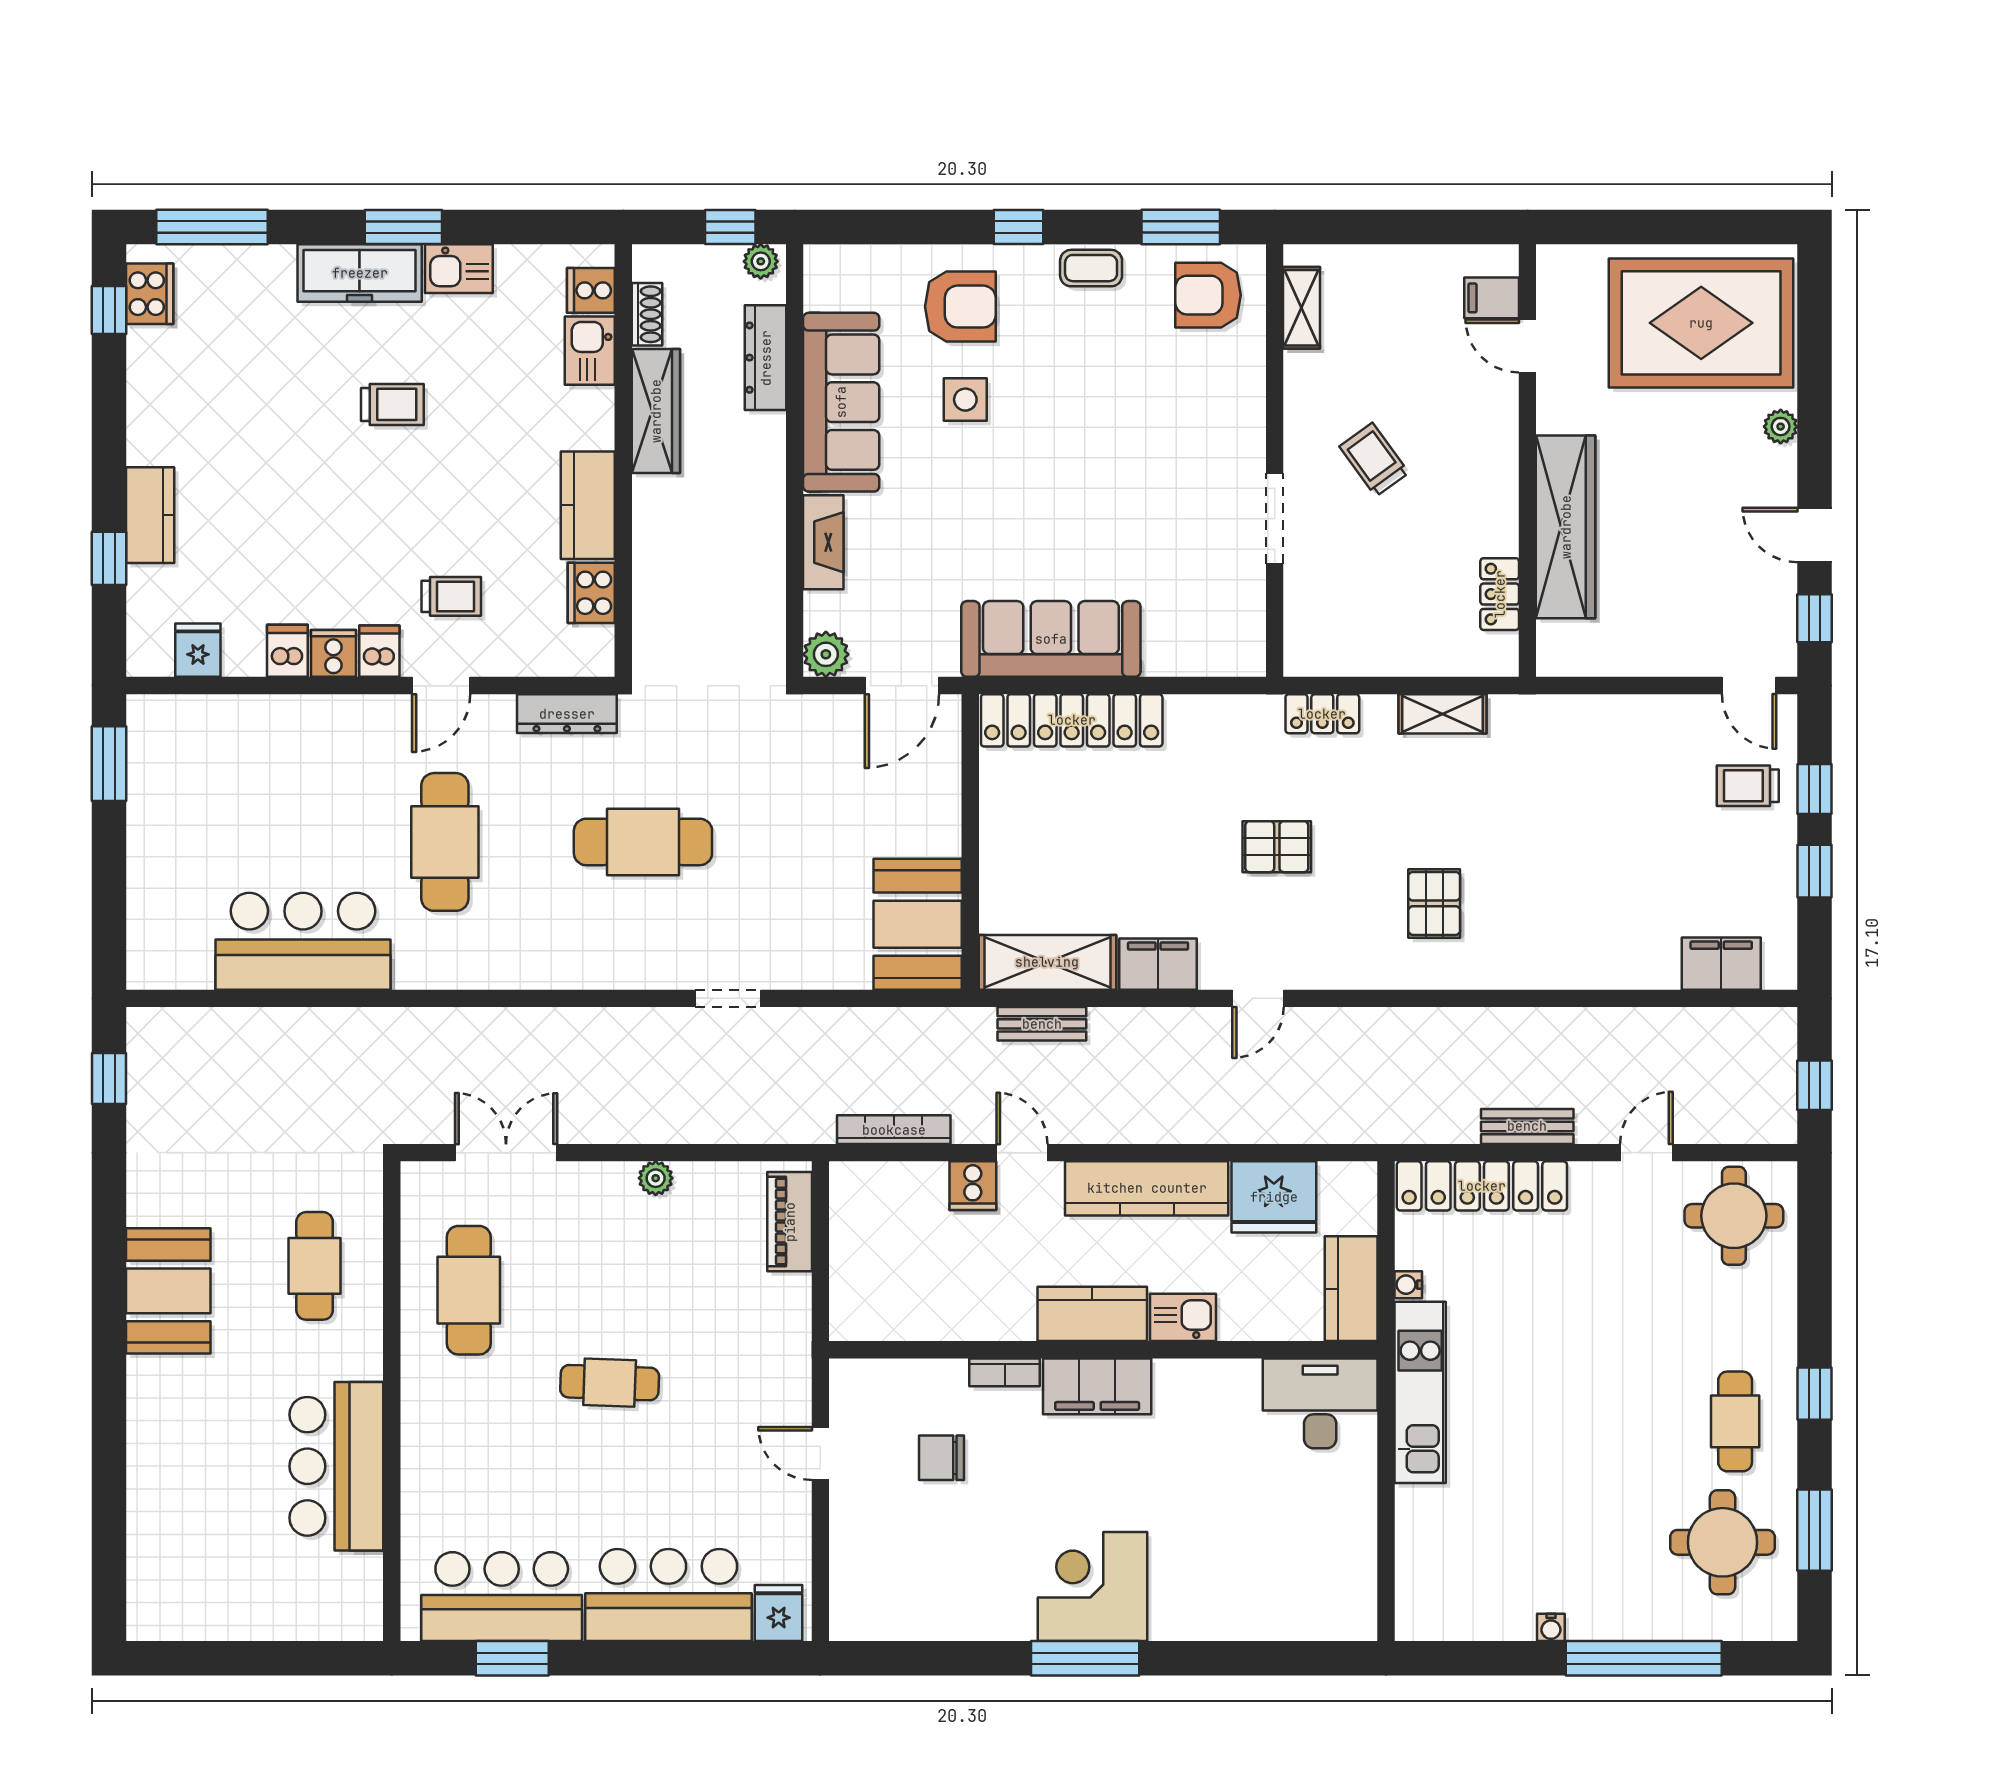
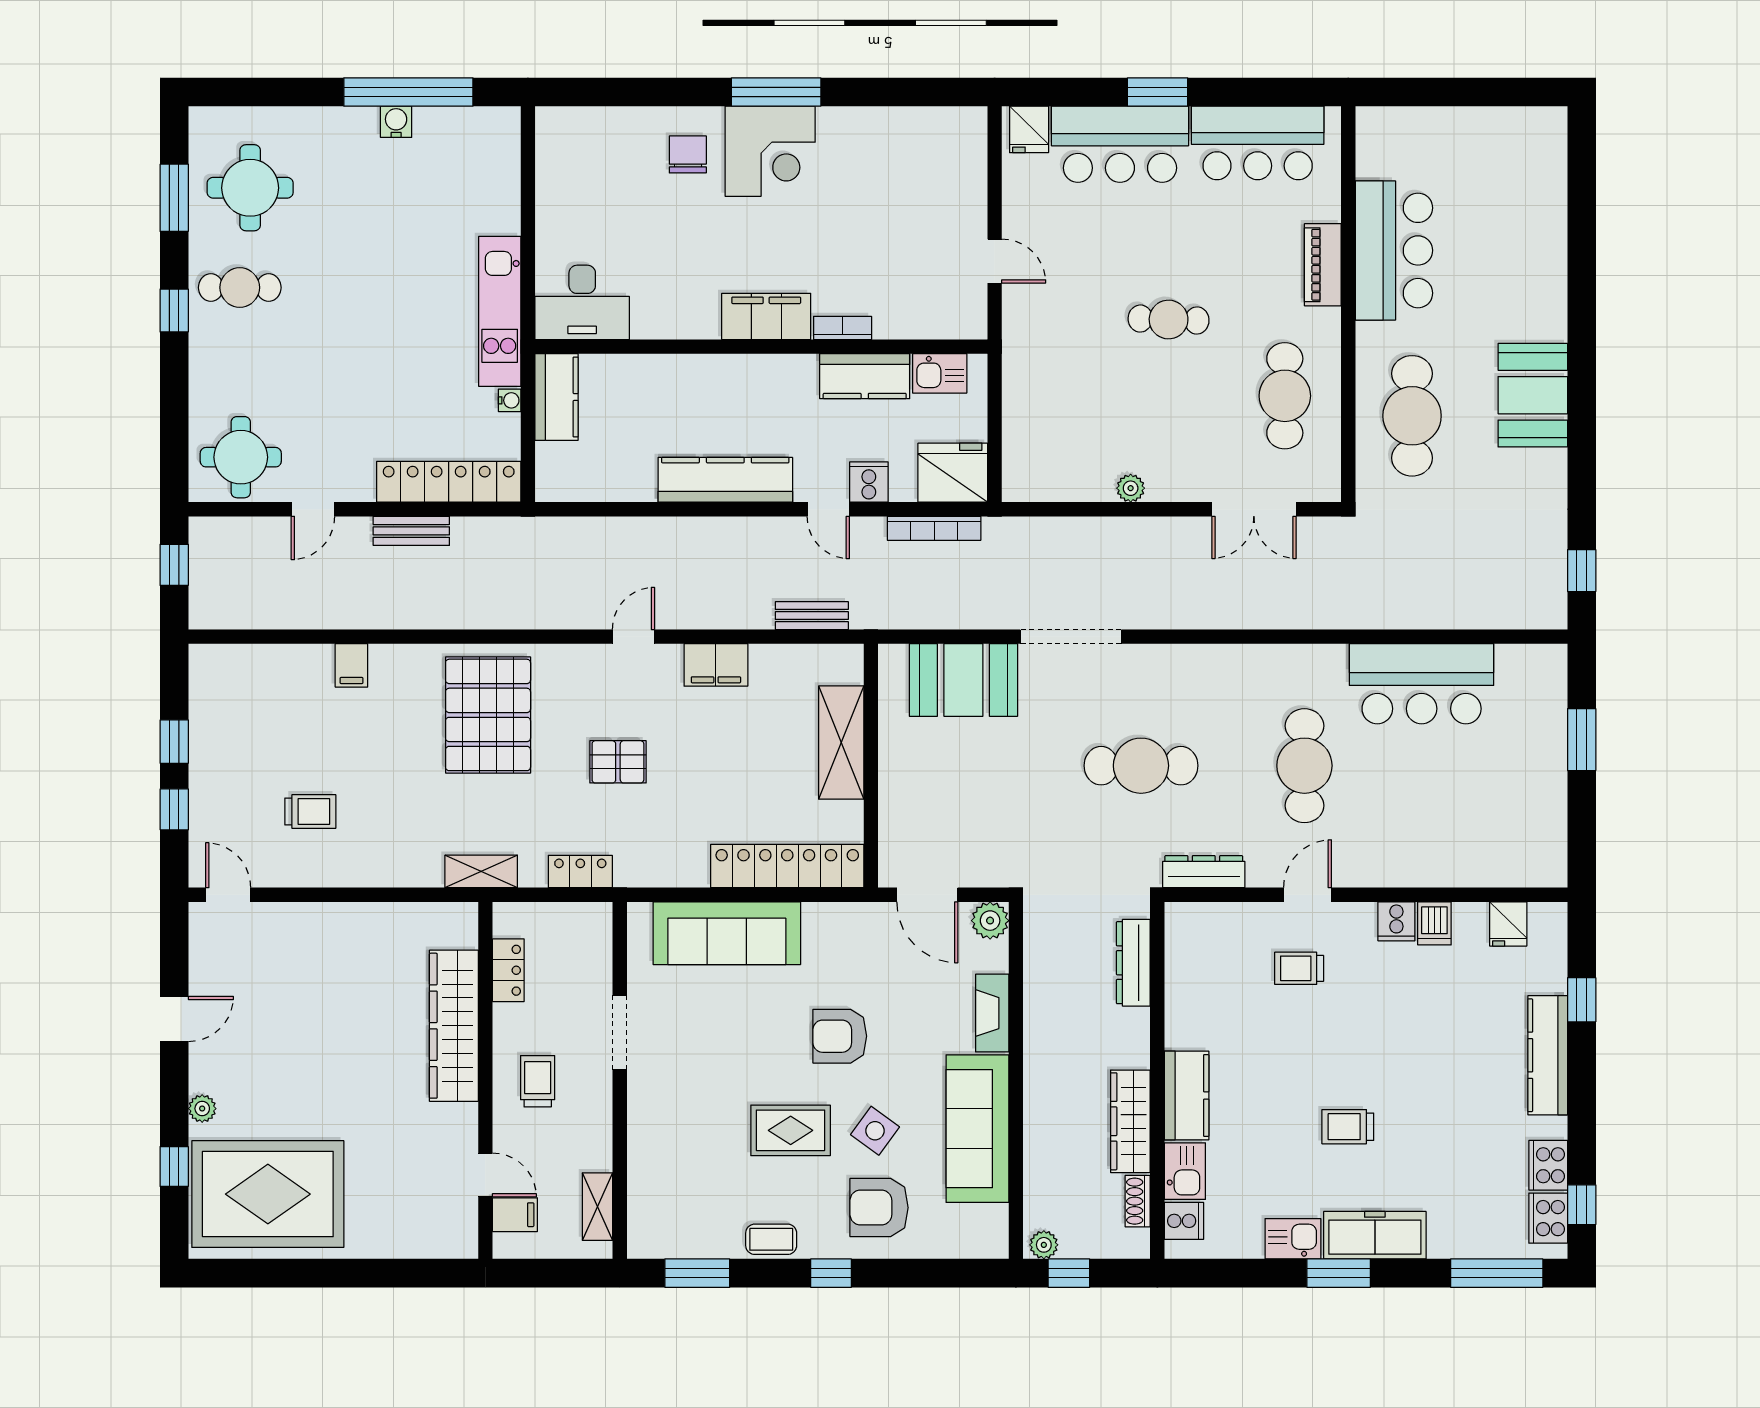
armchair: (1208, 295) -> (840, 1036), moved, turned 180
filing cabinet: (1492, 298) -> (515, 1215), moved
door: (1527, 346) -> (485, 1175), moved
dresser: (766, 358) -> (1133, 963), moved, turned 180
side table: (965, 400) -> (875, 1131), turned 36
rug: (1068, 400) -> (791, 1130), added
trolley: (1374, 460) -> (538, 1081), turned -144
wall: (1527, 461) -> (485, 1080), moved
kitchen counter: (588, 505) -> (1187, 1096), moved
kitchen counter: (150, 515) -> (1548, 1055), width x1.50
wardrobe: (1566, 527) -> (454, 1026), moved
door: (1815, 535) -> (174, 1019), hinge flipped
cooker: (591, 593) -> (1548, 1165), moved, turned 180
locker: (1500, 594) -> (508, 970), moved
window: (1815, 618) -> (174, 1166), moved
sofa: (1051, 639) -> (727, 933), moved
dishwasher: (379, 651) -> (1359, 923), removed
door: (902, 686) -> (927, 895), swing flipped
window: (109, 764) -> (1582, 740), moved
trolley: (1748, 786) -> (310, 812), moved
pallet: (1434, 903) -> (488, 715), width x2.05, depth x2.00
booth: (918, 924) -> (963, 680), moved, turned 90
shelving: (1047, 962) -> (841, 743), moved, turned 90
filing cabinet: (1721, 964) -> (351, 665), moved, width x0.50
doorway: (728, 998) -> (1071, 637), width x1.88
fridge: (1274, 1197) -> (953, 473), moved
piano: (790, 1222) -> (1323, 265), moved, turned 180
cafe table: (315, 1266) -> (1412, 416), width x1.37, depth x1.35
kitchen counter: (1092, 1314) -> (865, 376), moved
kitchen sink: (1183, 1317) -> (940, 373), moved
cafe table: (1735, 1421) -> (240, 288), turned 90
chair: (942, 1458) -> (688, 154), moved, turned -90
water cooler: (1551, 1627) -> (396, 122), width x1.38, depth x1.38
window: (512, 1658) -> (1158, 92), moved
window: (1644, 1658) -> (408, 92), moved

